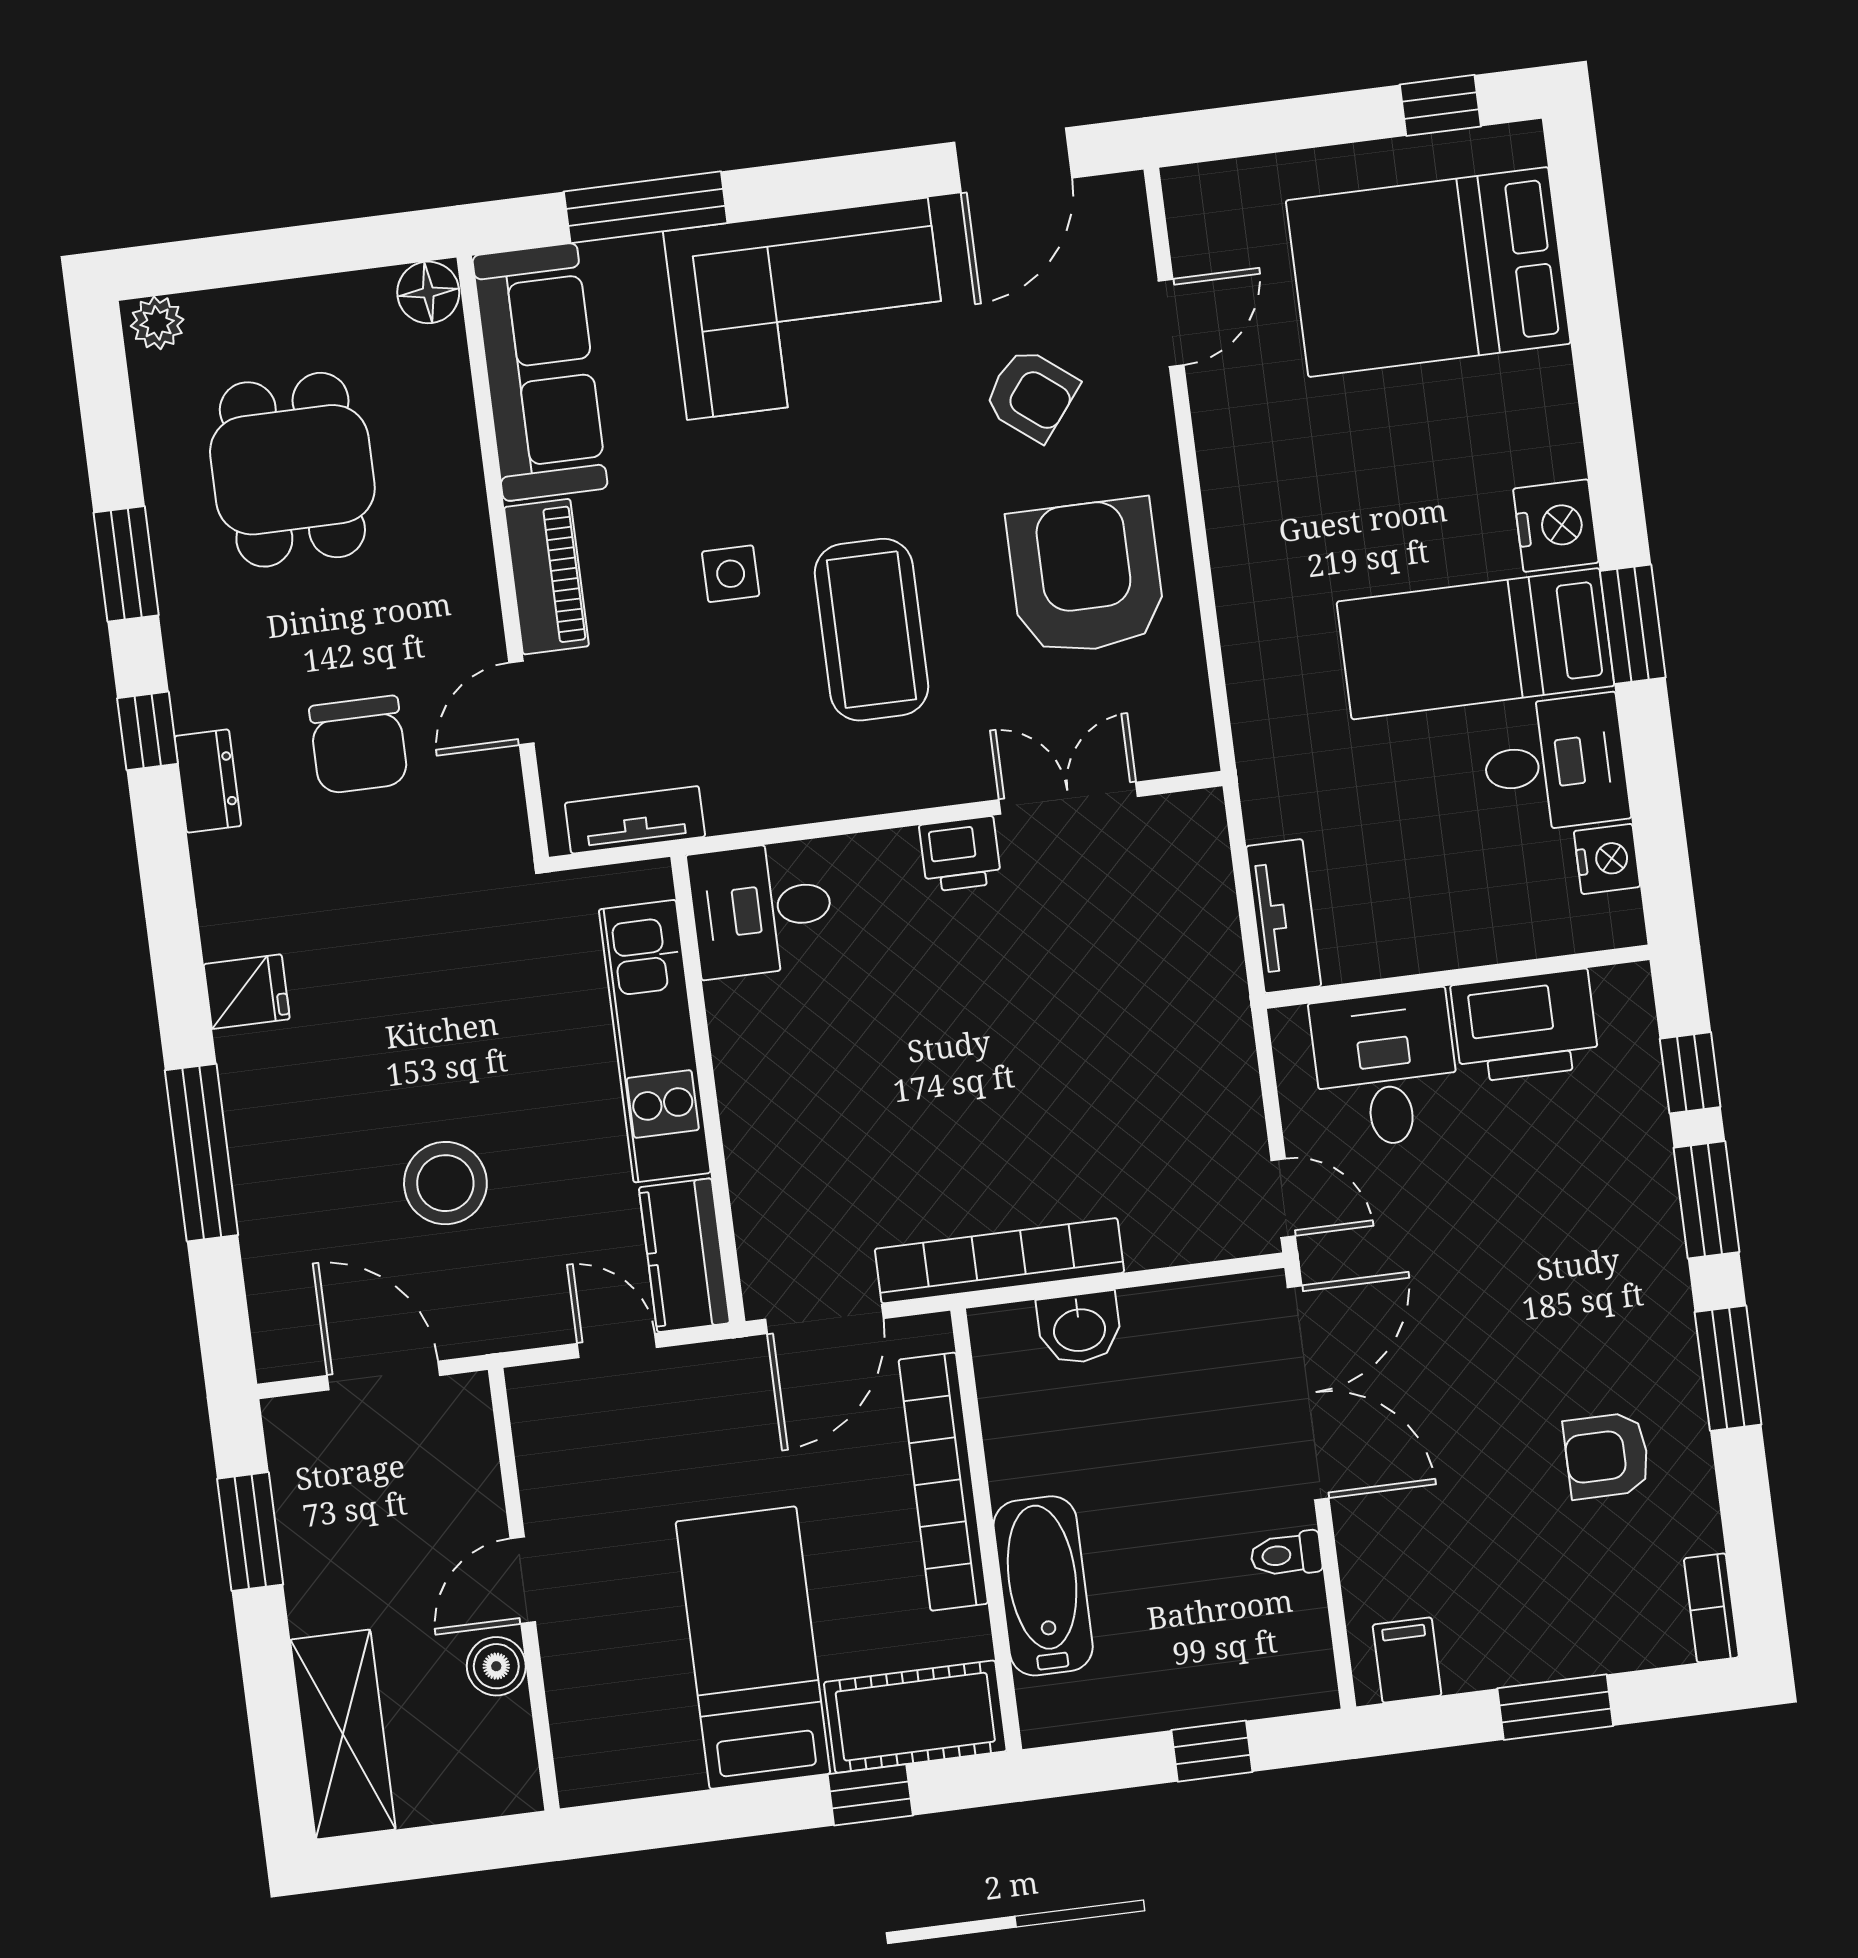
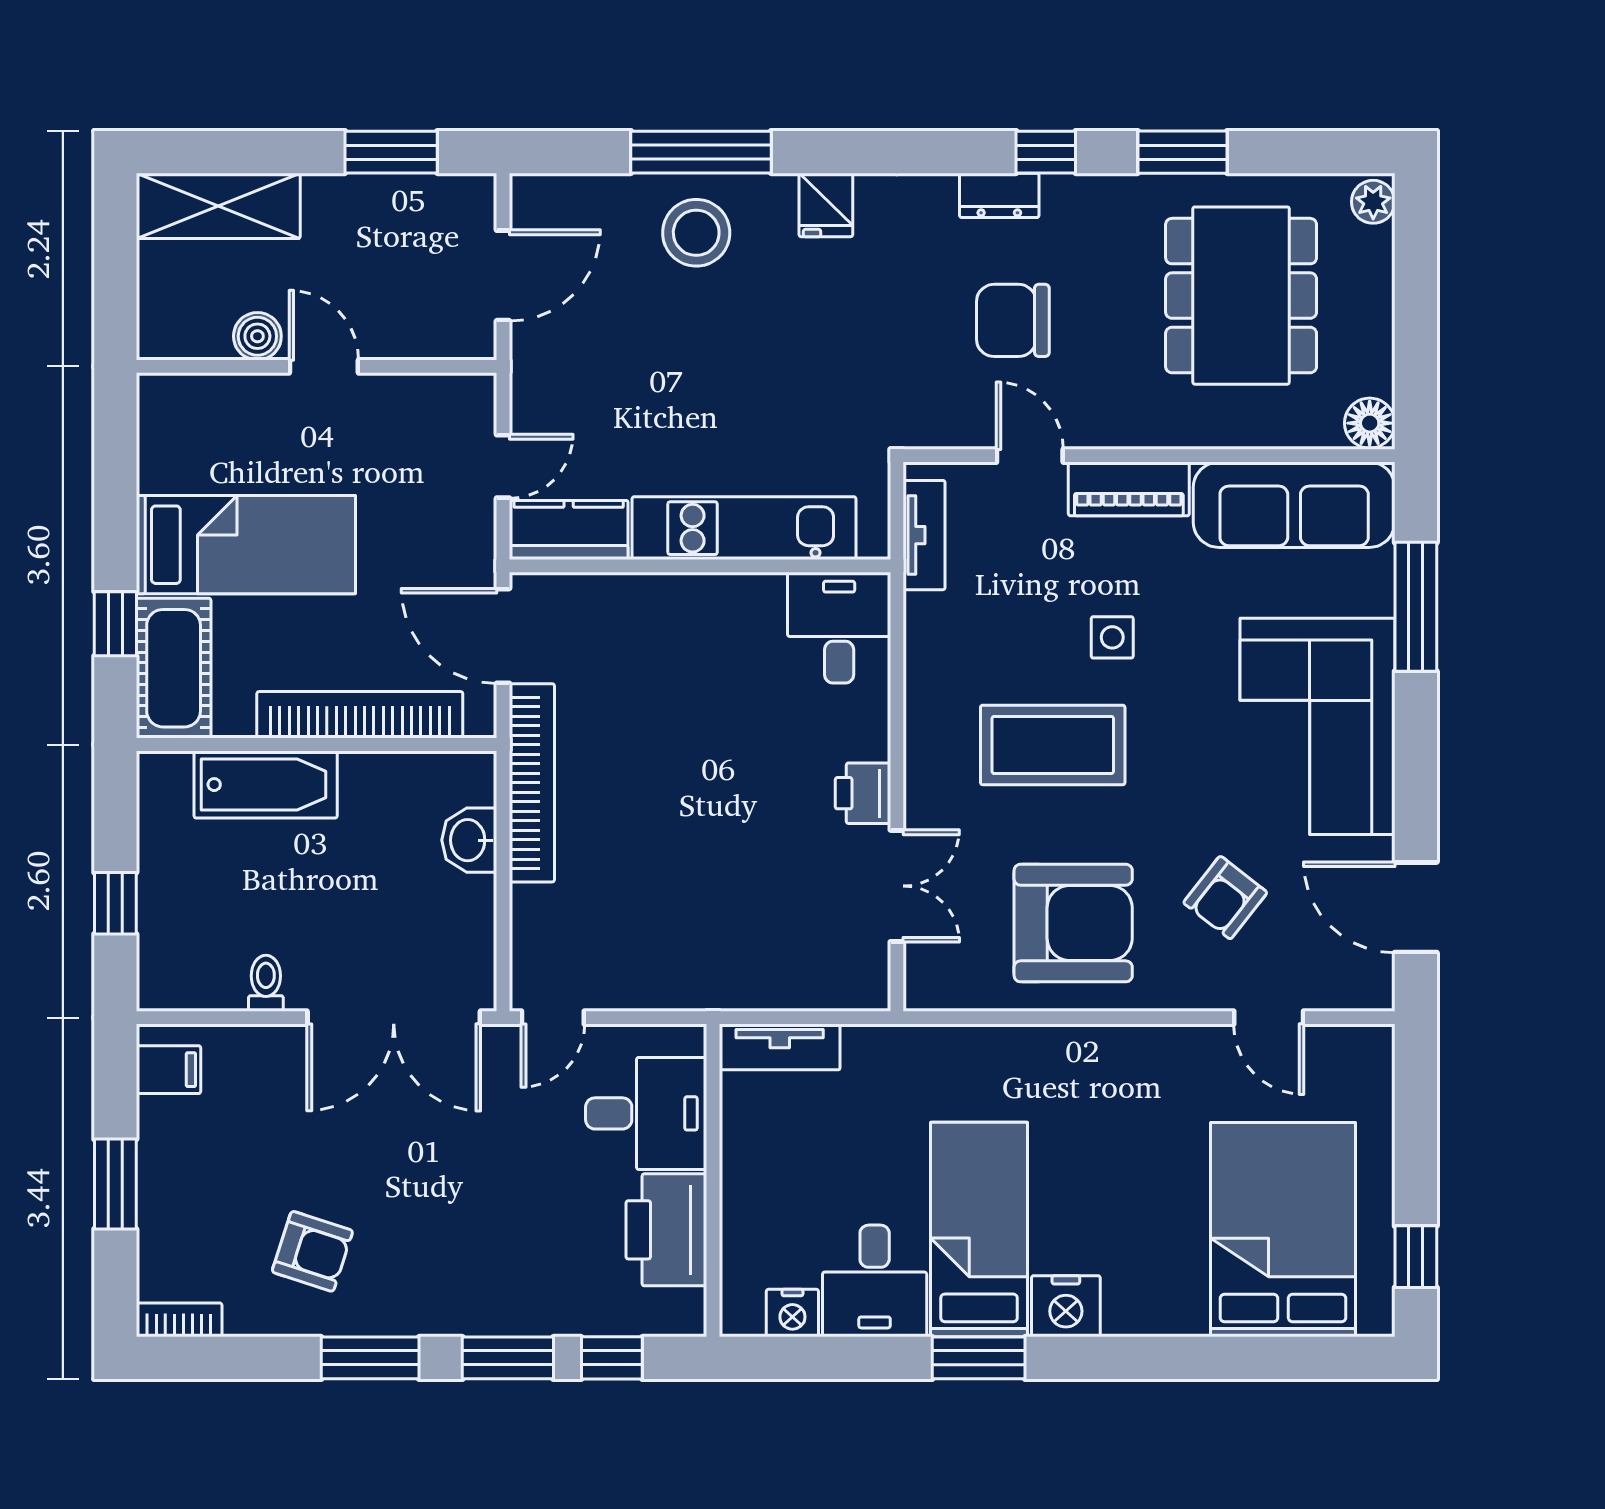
dining table: (292, 470) -> (1241, 296), width x1.38
stool: (445, 1183) -> (696, 233), moved
armchair: (1607, 1456) -> (312, 1251), turned 108

